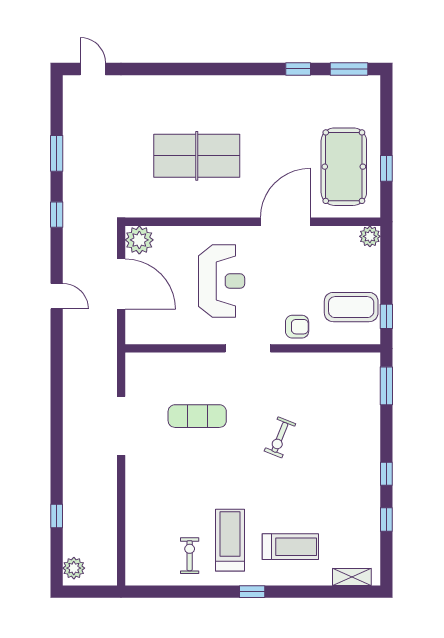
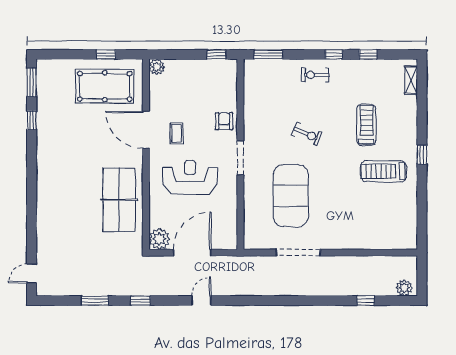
table tennis table: (197, 156) -> (119, 200), moved
coffee table: (351, 307) -> (177, 133), moved, width x0.54, depth x0.58
exercise mat: (197, 416) -> (291, 196), width x2.00, depth x1.45
treadmill: (290, 547) -> (366, 125), moved
exercise bike: (190, 556) -> (315, 75), moved

